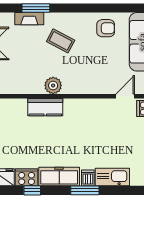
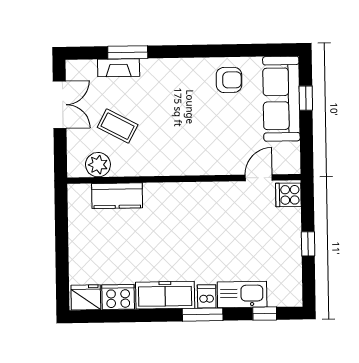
coffee table: (61, 41) -> (118, 126), moved
plant: (53, 85) -> (98, 165), moved
kitchen counter: (45, 107) -> (117, 196), moved
window: (32, 190) -> (265, 314), moved

